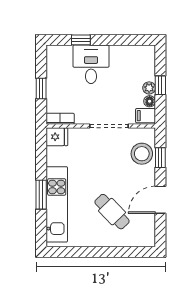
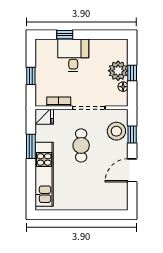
plant: (149, 88) -> (118, 71), width x1.88, depth x1.88
filing cabinet: (146, 116) -> (120, 99), removed
bookcase: (60, 119) -> (59, 102), moved
window: (41, 195) -> (31, 146), moved
cafe table: (112, 212) -> (81, 145), moved, turned 44

